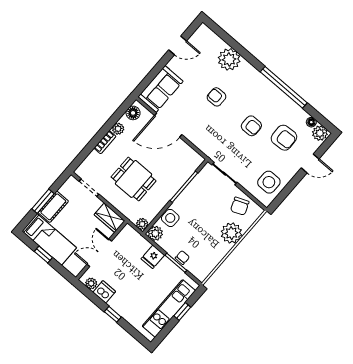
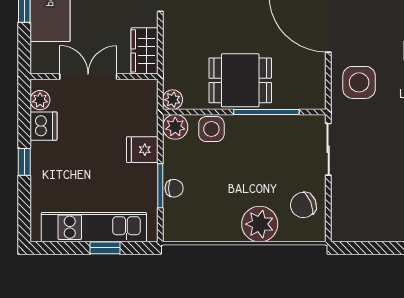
dining table: (134, 179) -> (240, 80), moved, turned 90
side table: (269, 182) -> (359, 82), moved

